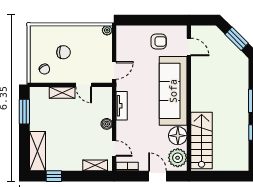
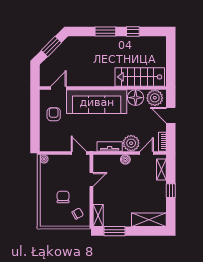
shelving: (62, 93) -> (98, 216), moved
plant: (125, 131) -> (131, 143), added
window: (54, 176) -> (171, 191), moved
door: (157, 176) -> (171, 115), hinge flipped

